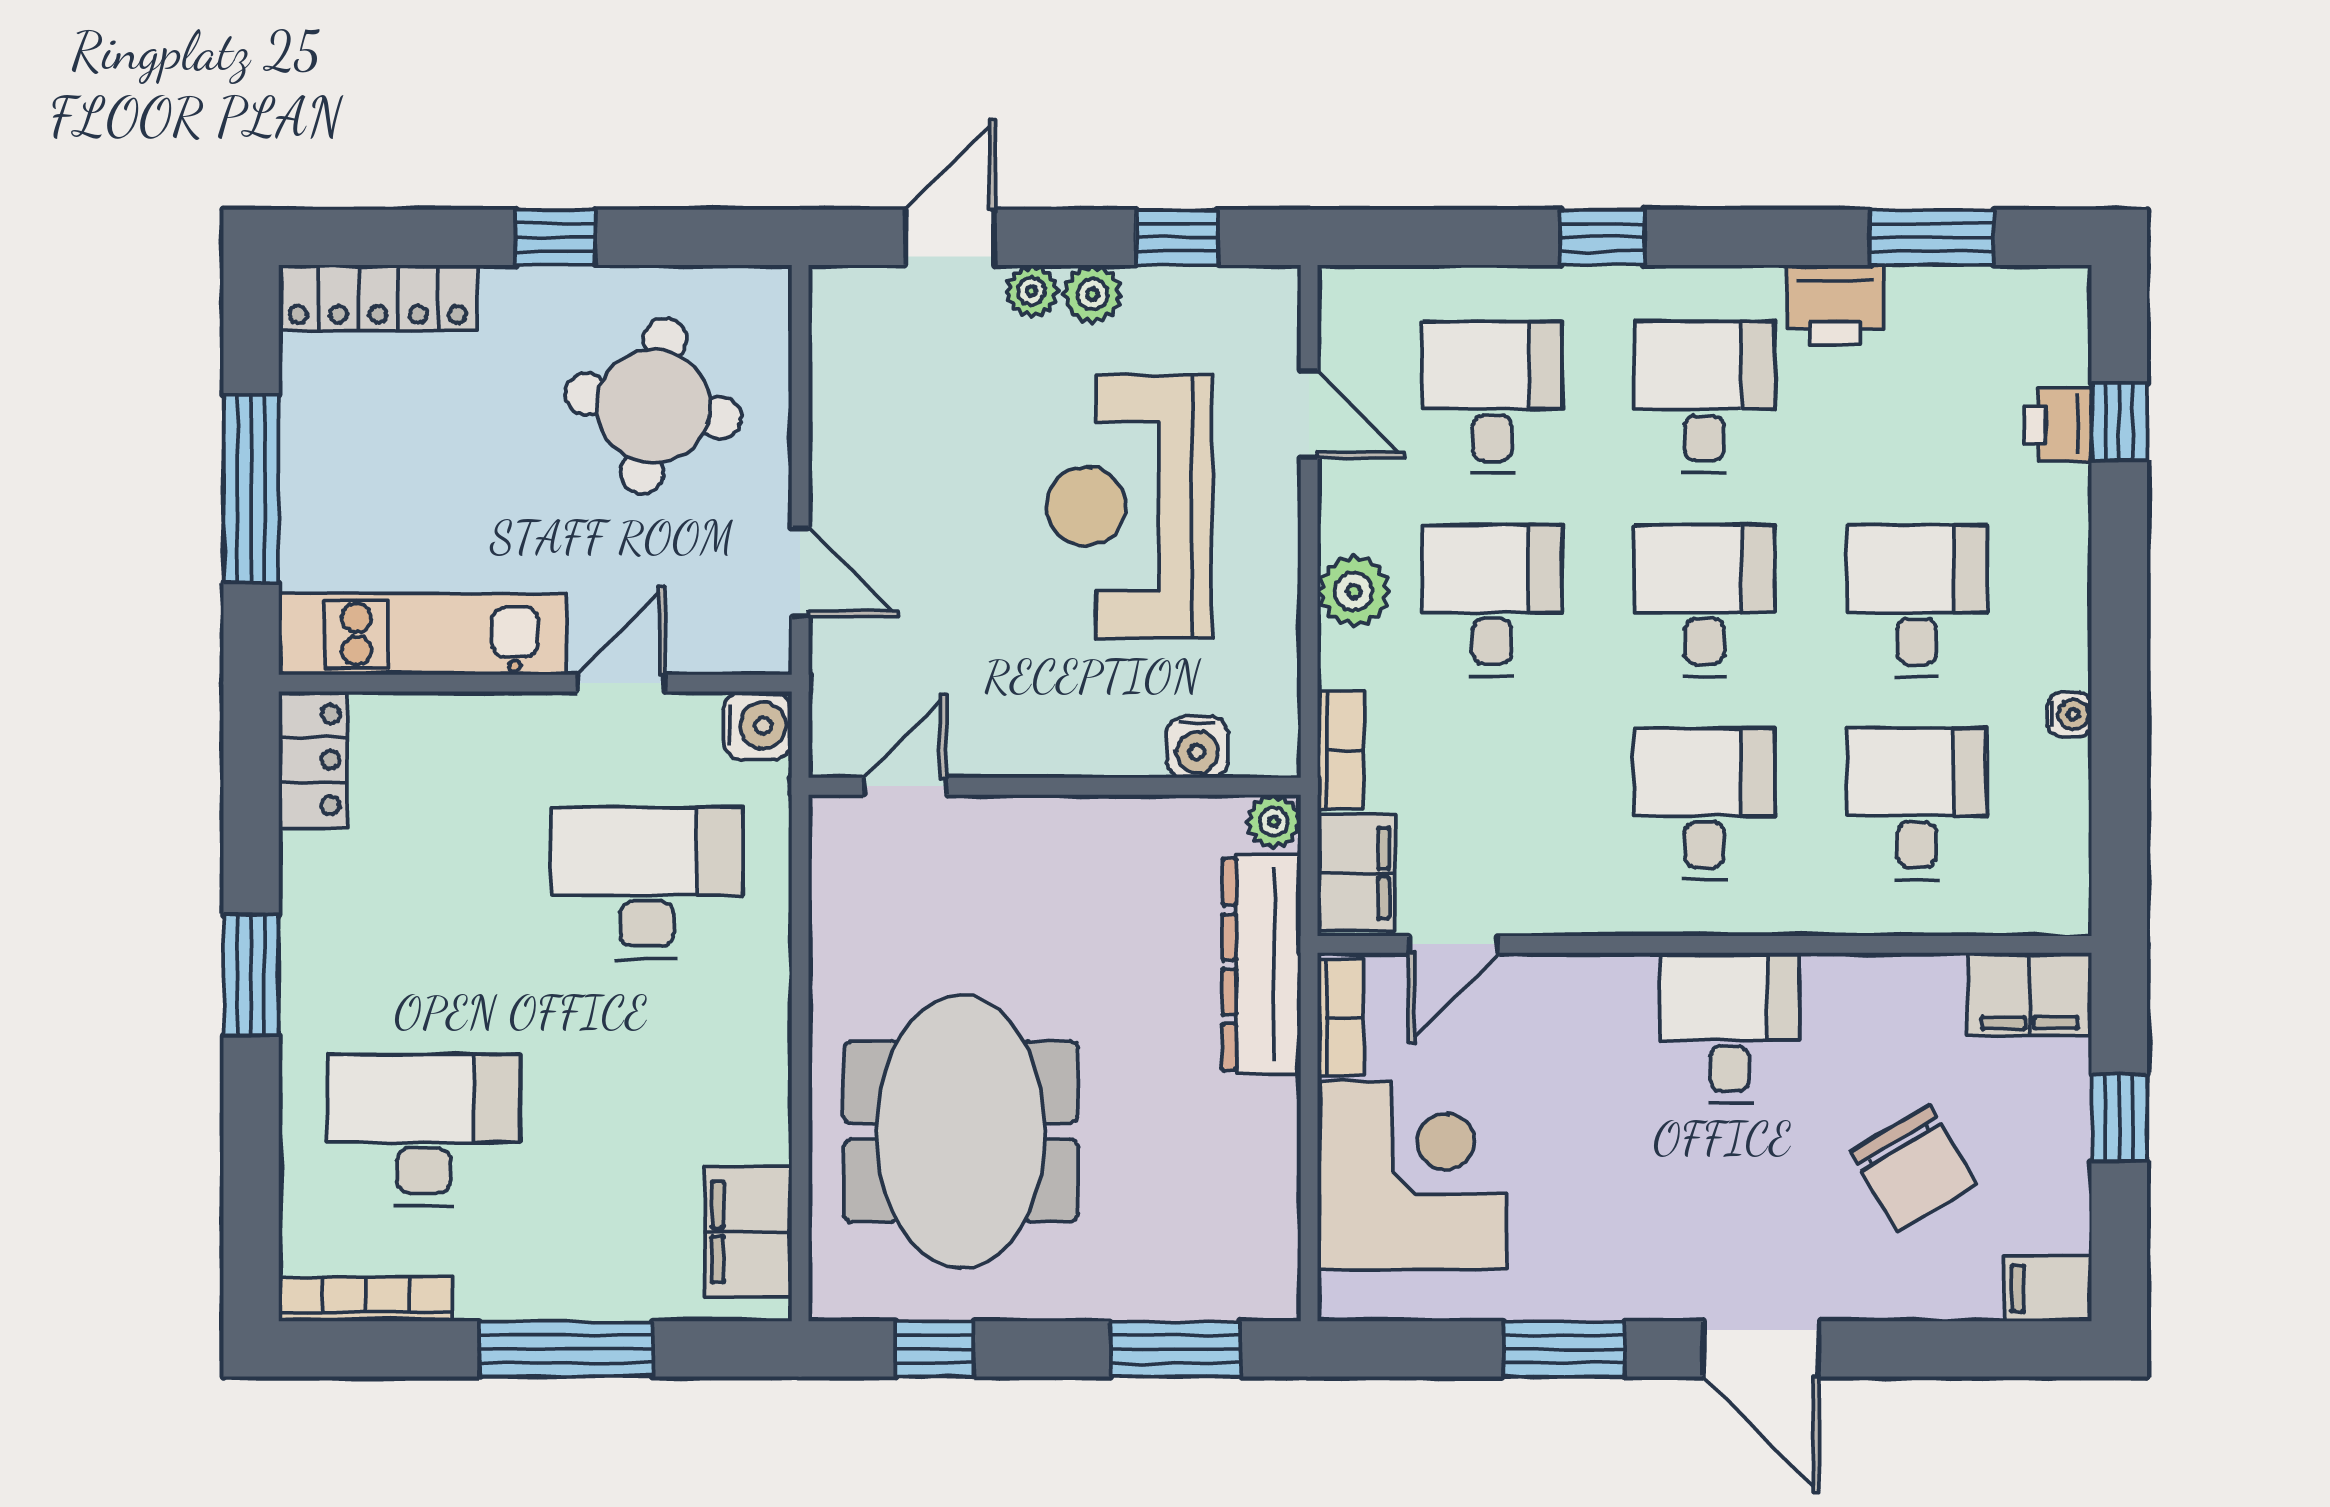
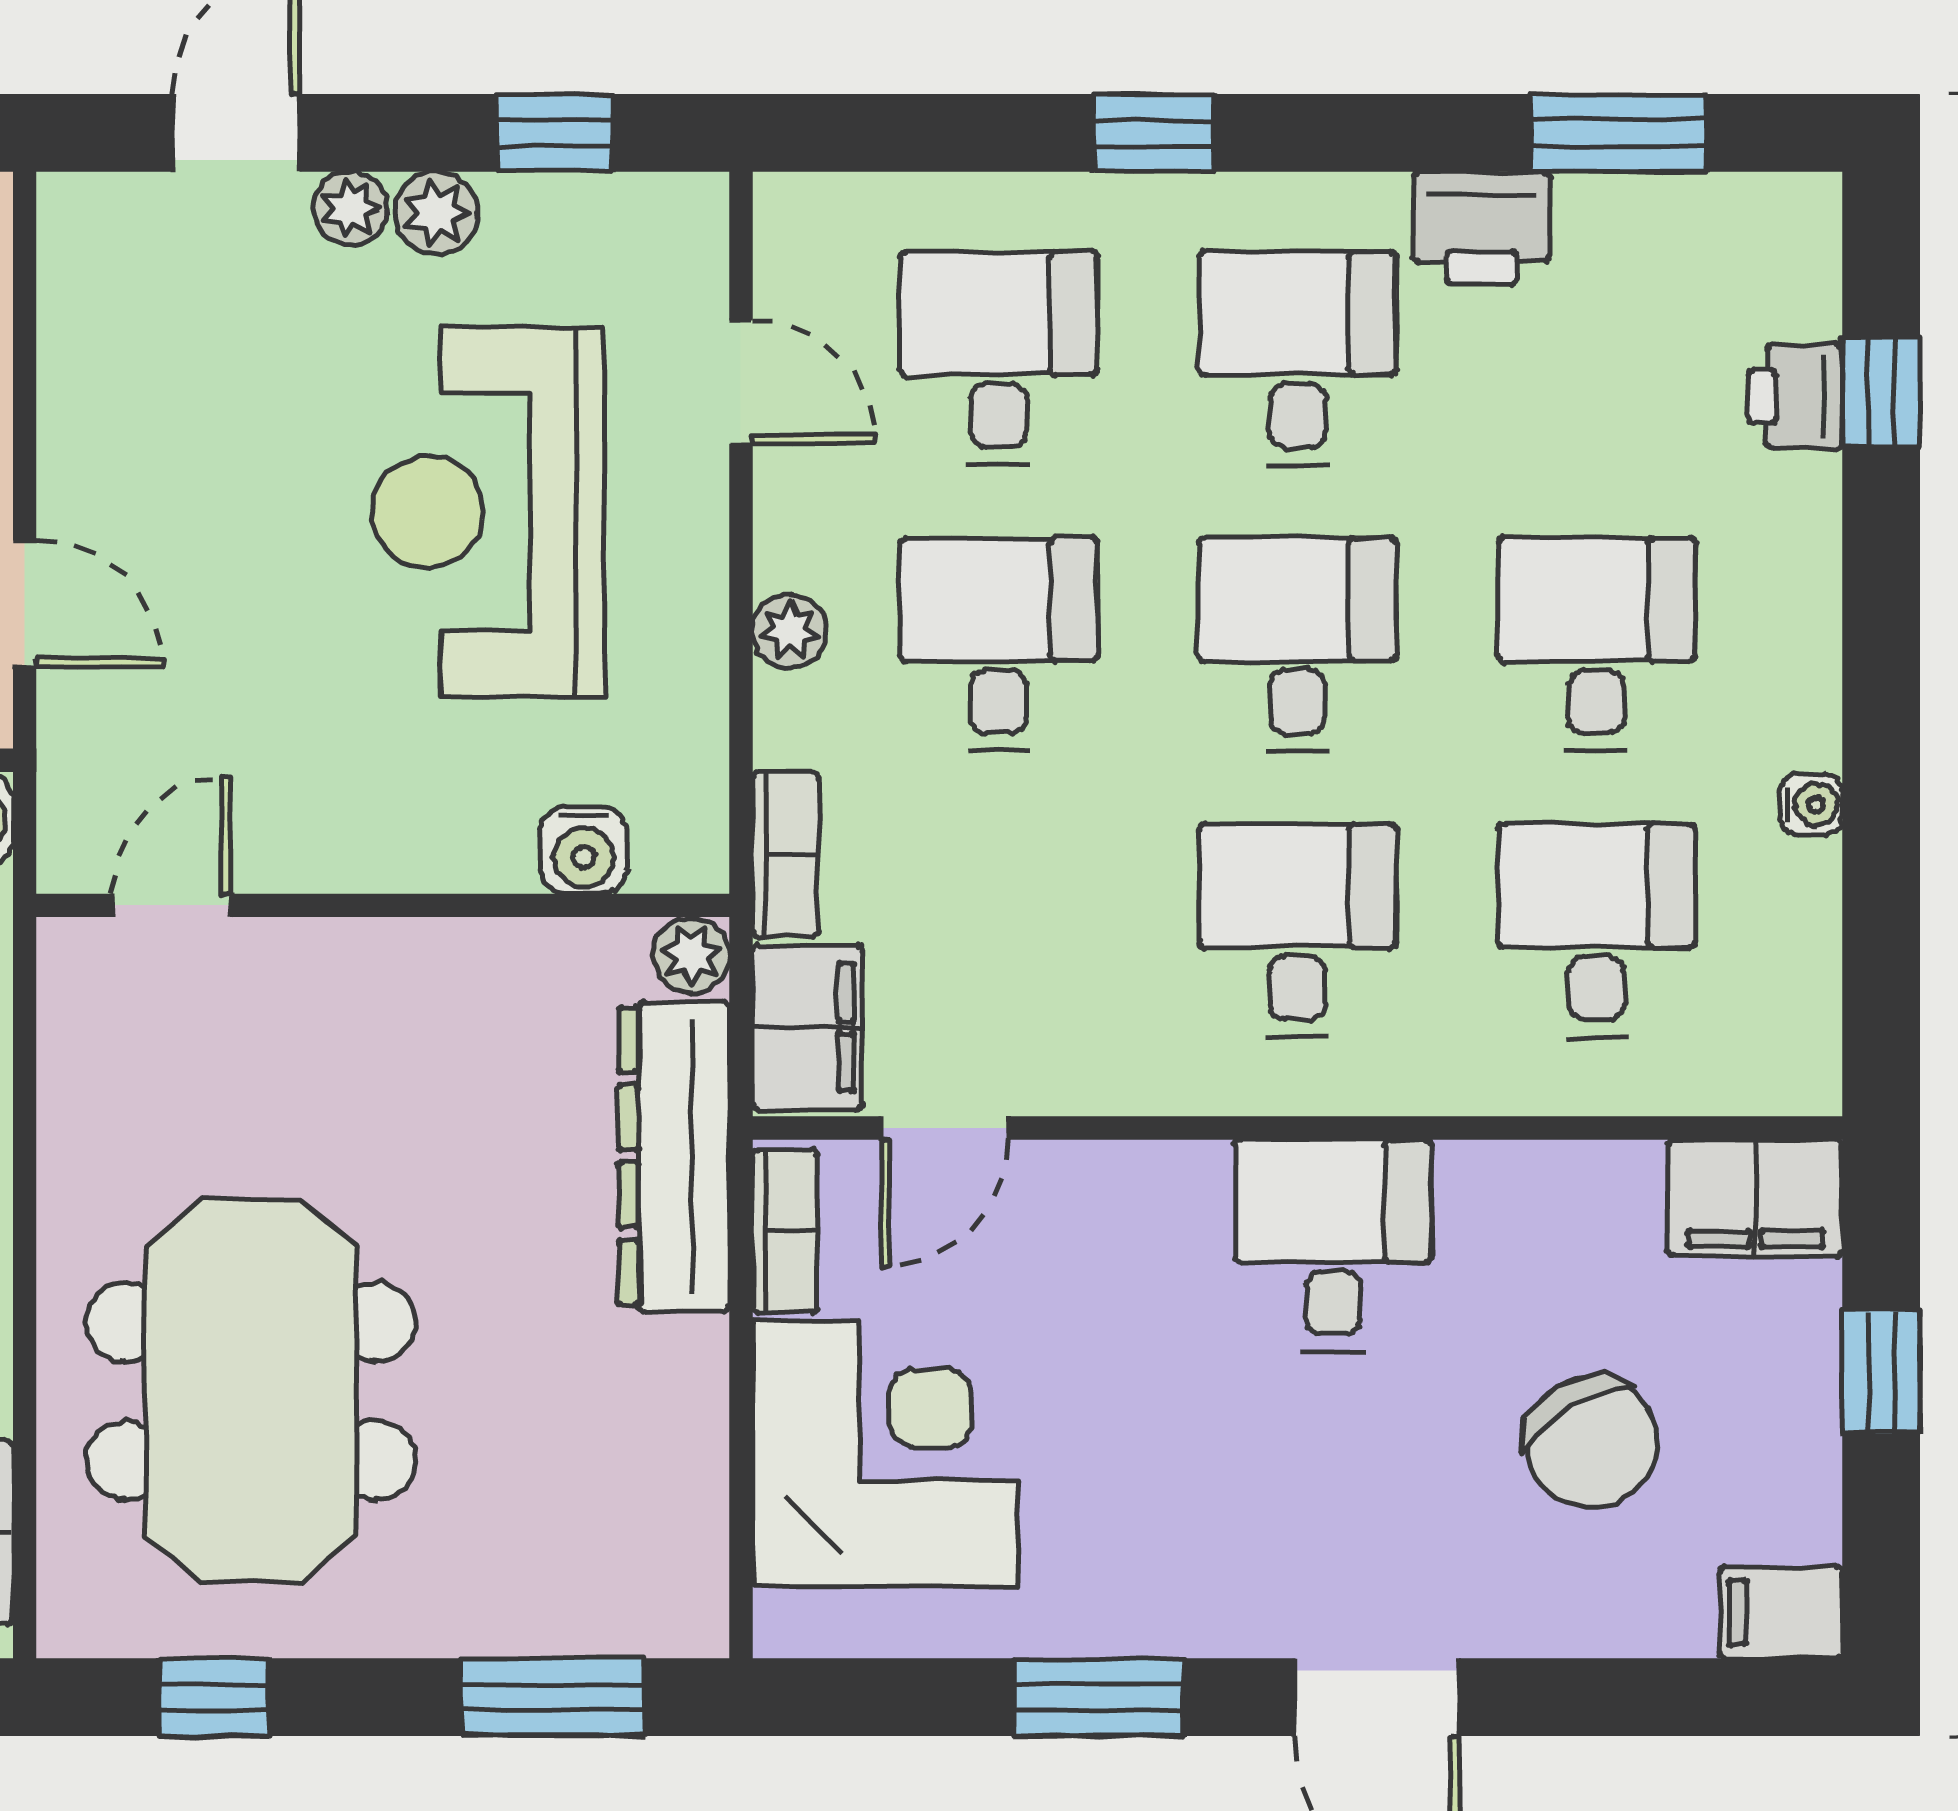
plant: (1354, 591) -> (790, 631), width x0.73, depth x0.73

